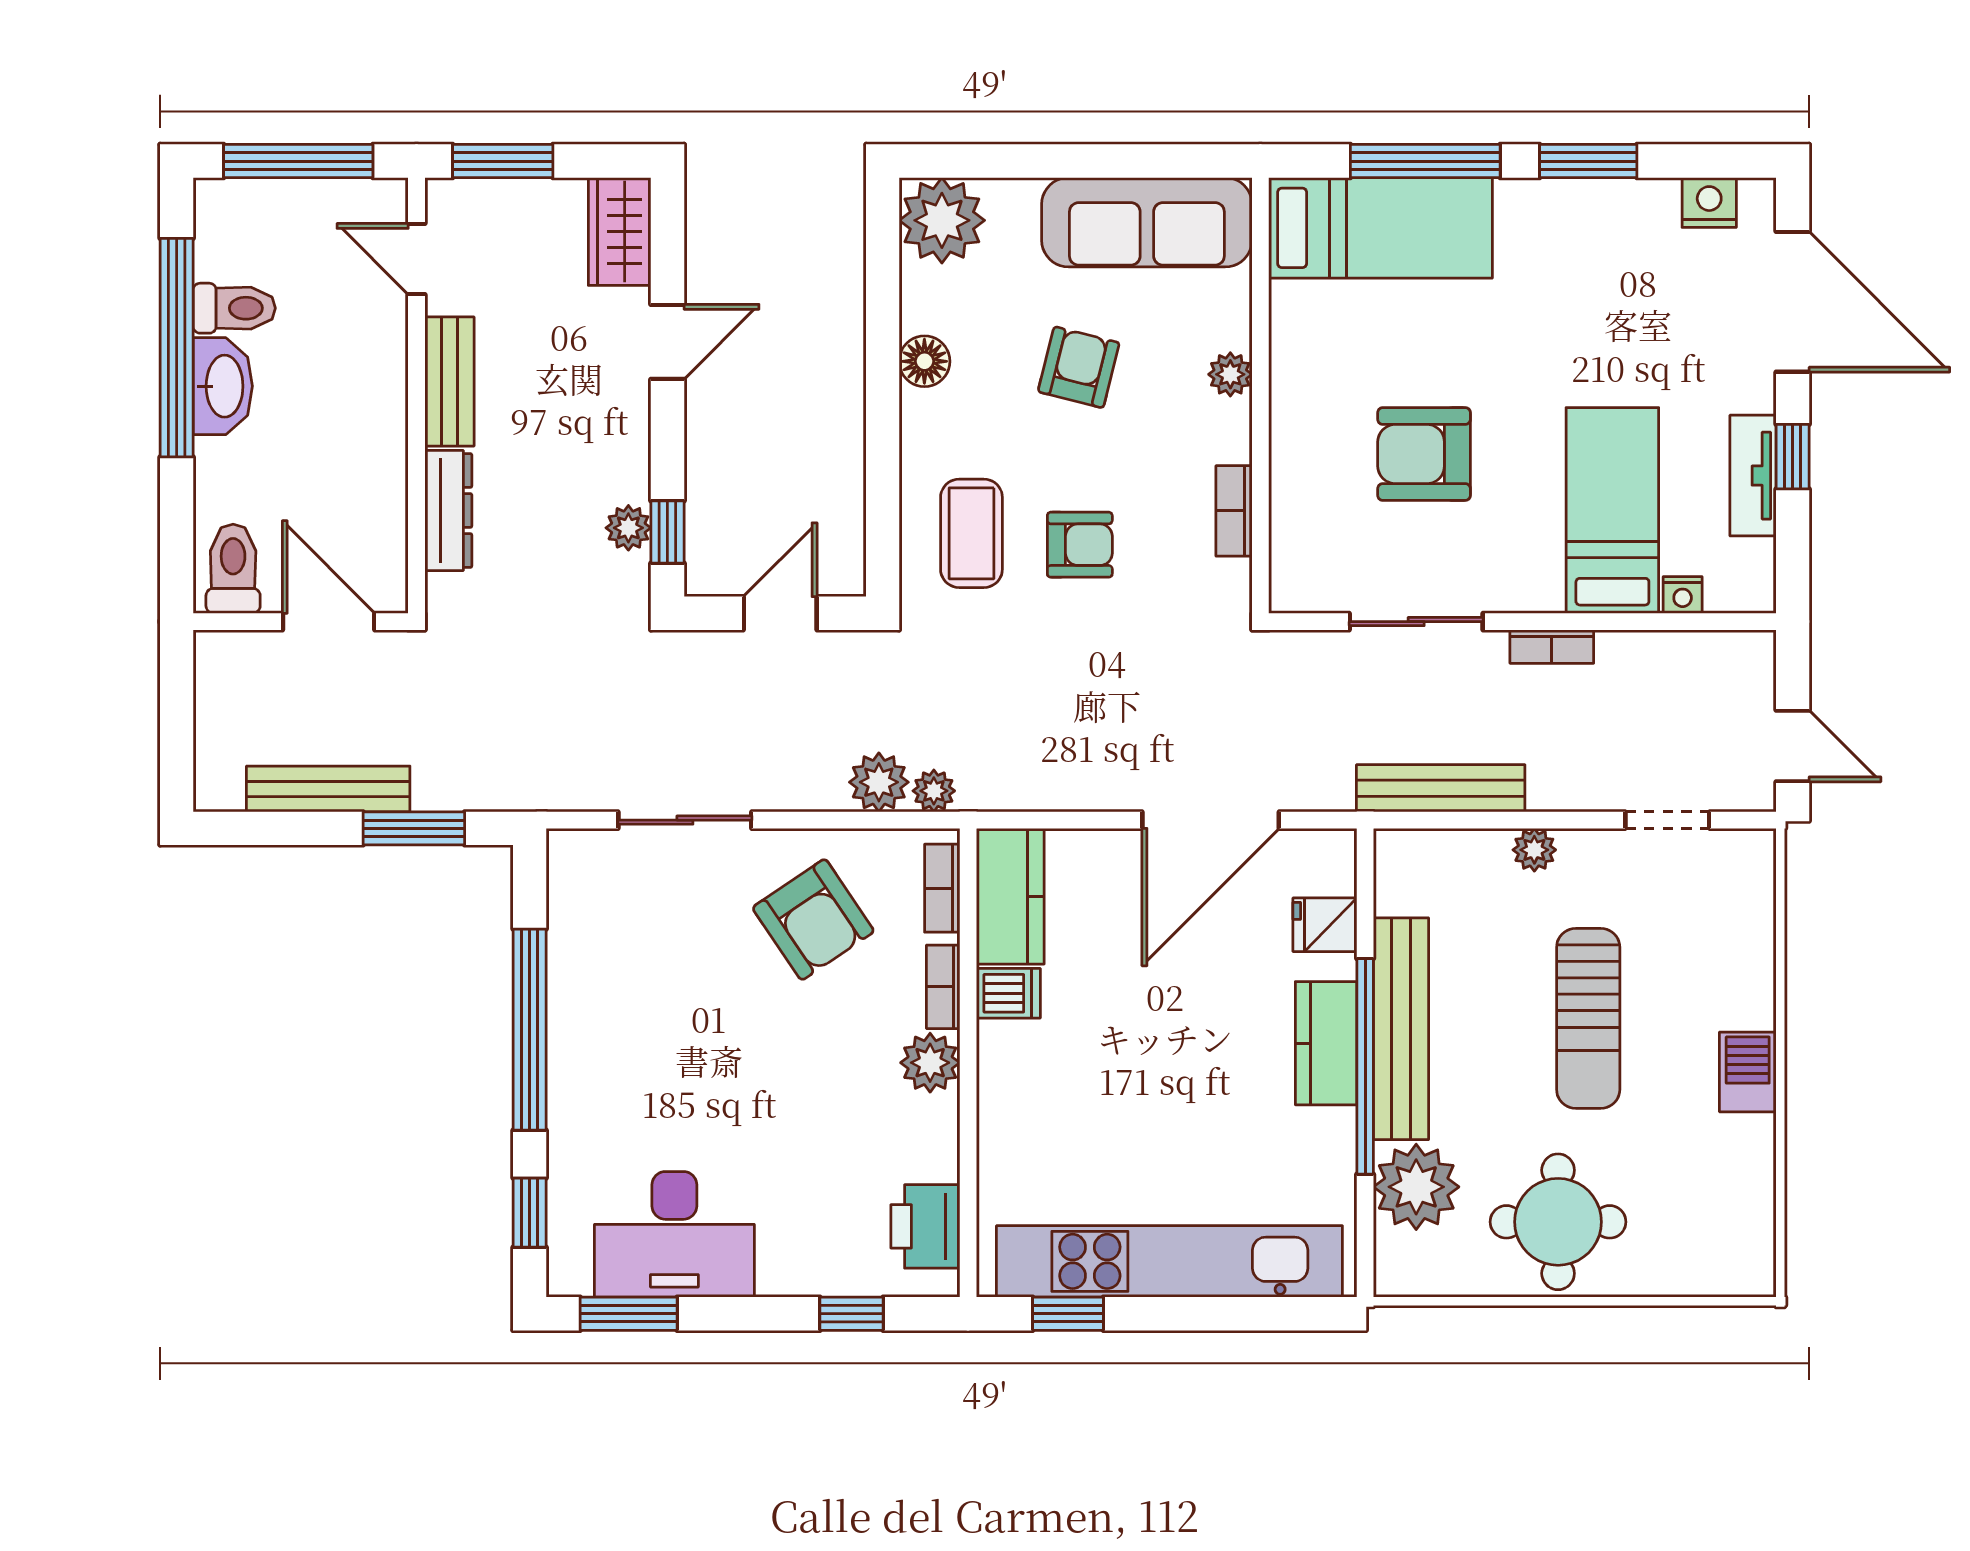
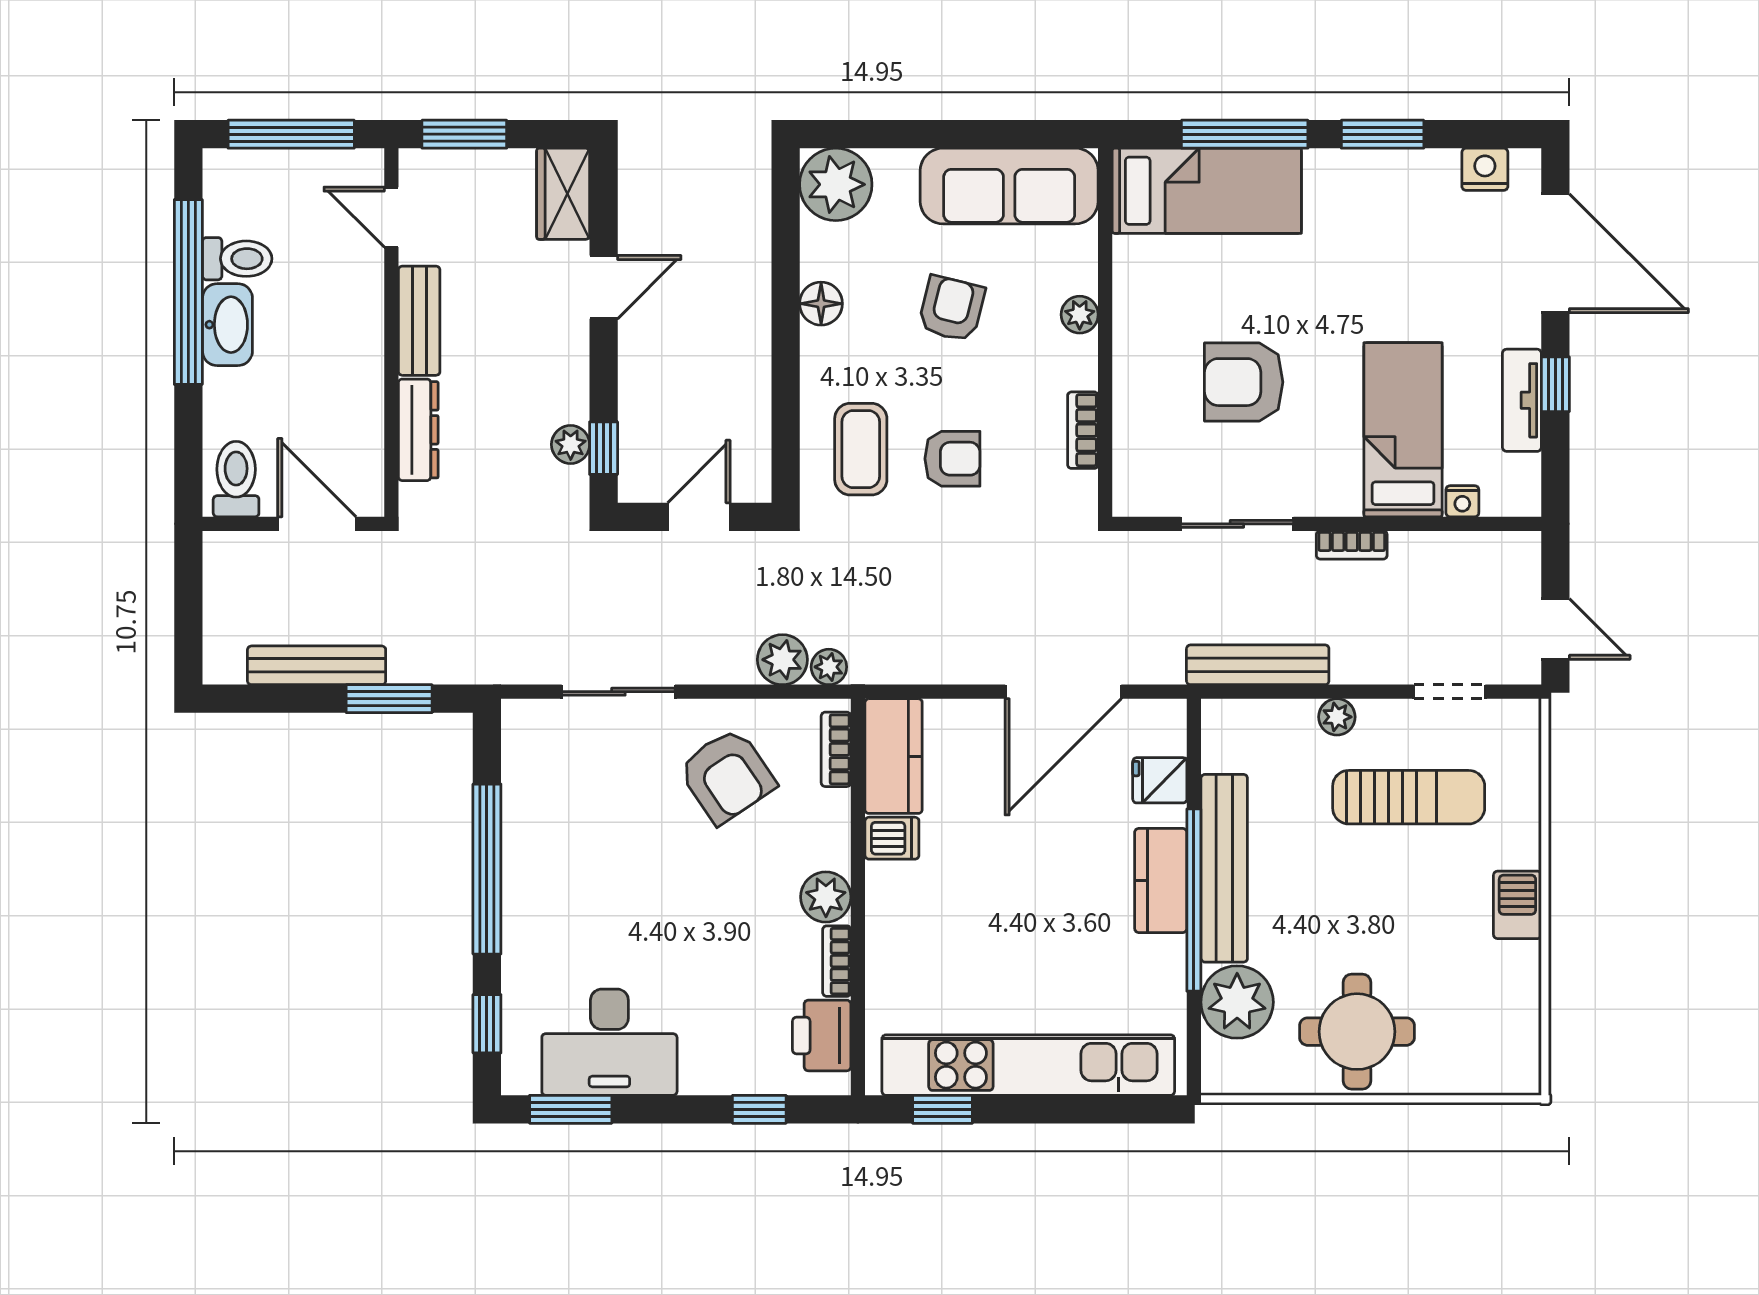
bookcase: (943, 987) -> (837, 961), moved
sun lounger: (1588, 1018) -> (1409, 797), moved, turned -90

